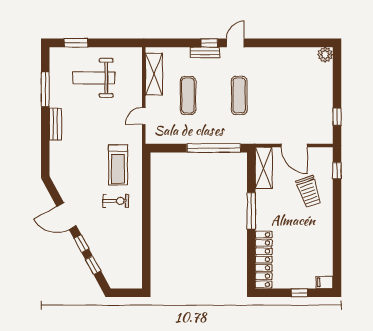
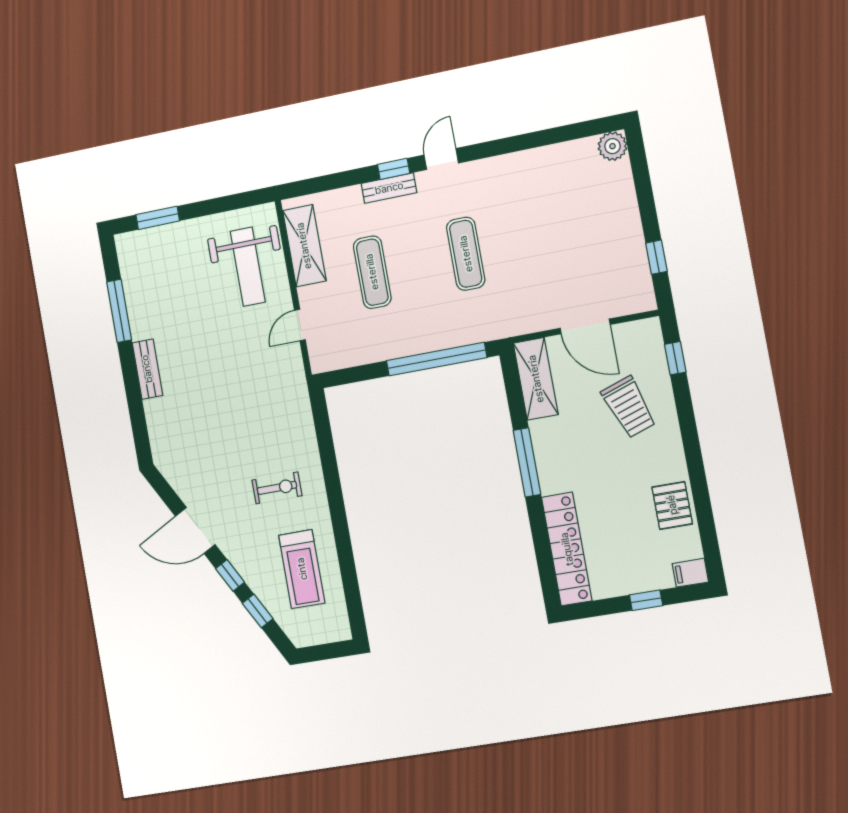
weight bench: (94, 78) -> (248, 267), moved, turned -90
treadmill: (118, 165) -> (302, 569), moved
pallet: (322, 246) -> (672, 505), added

